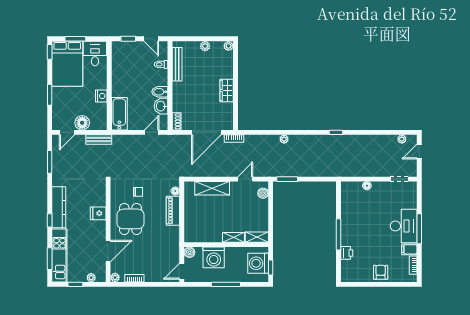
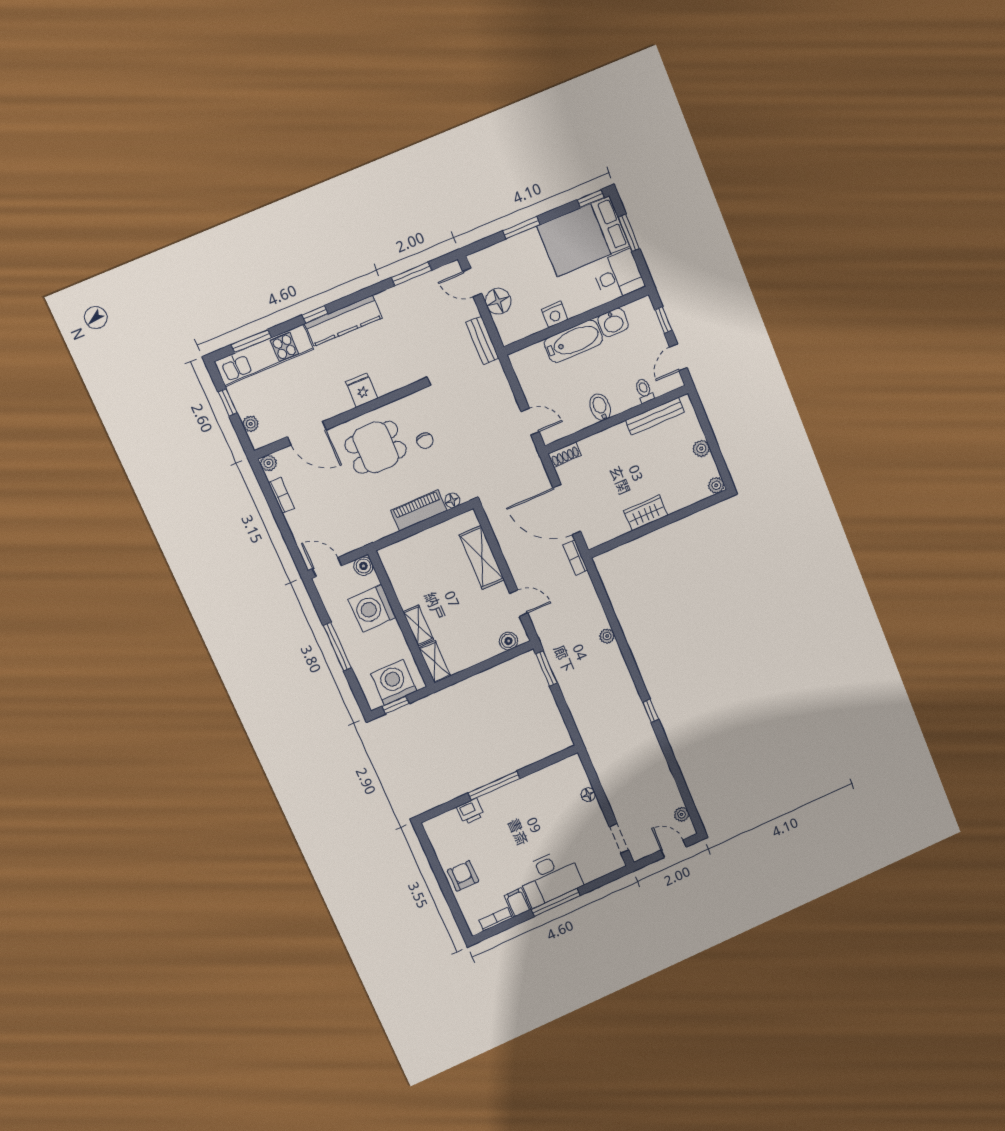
washbasin: (161, 106) -> (613, 322), moved, turned 180
bathtub: (119, 114) -> (573, 341), moved
armchair: (381, 272) -> (463, 876), turned -90

